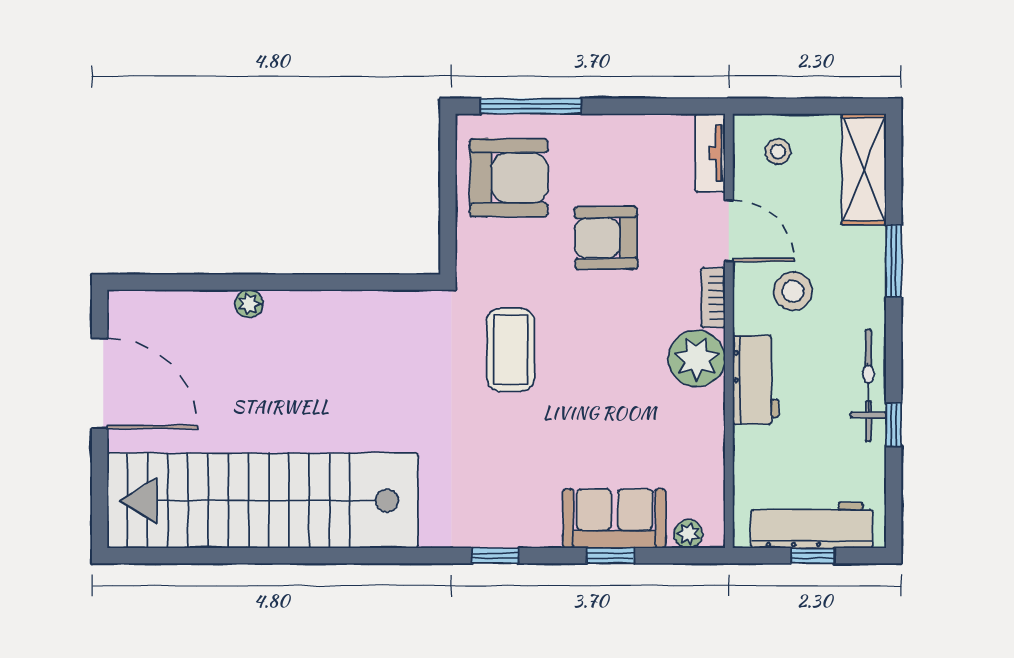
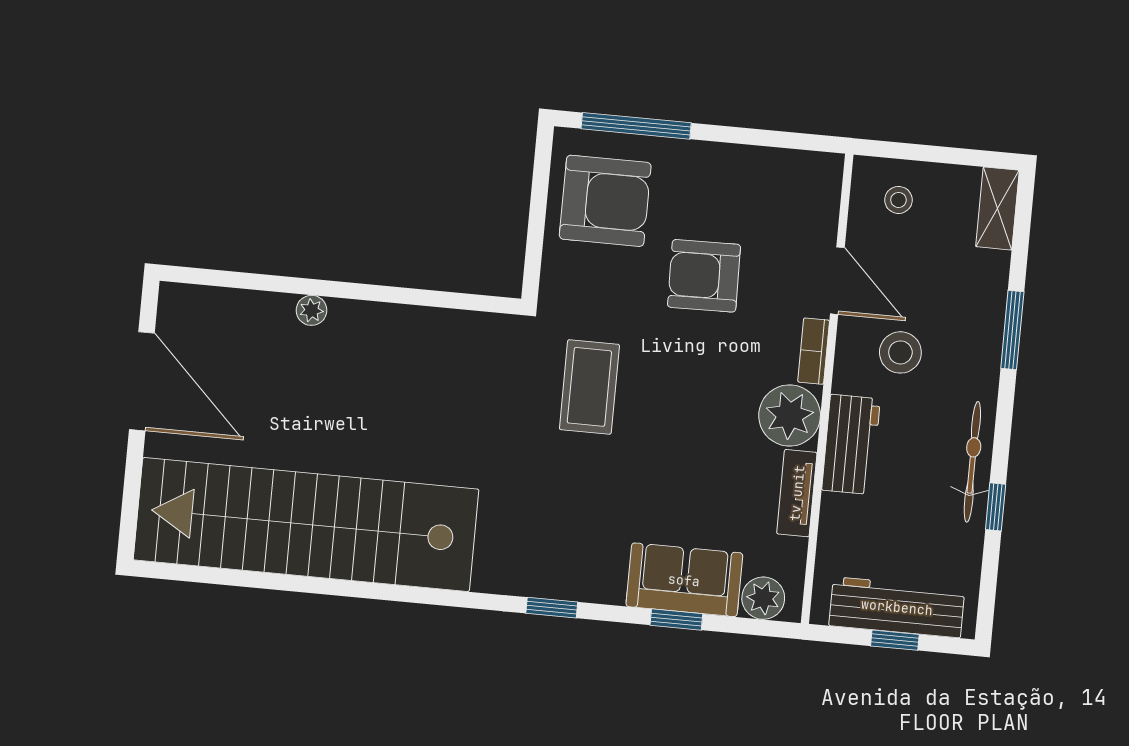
tv unit: (710, 153) -> (797, 493), moved
shelving: (864, 169) -> (997, 208), width x0.67, depth x0.75
plant: (688, 534) -> (763, 598), width x1.38, depth x1.38

